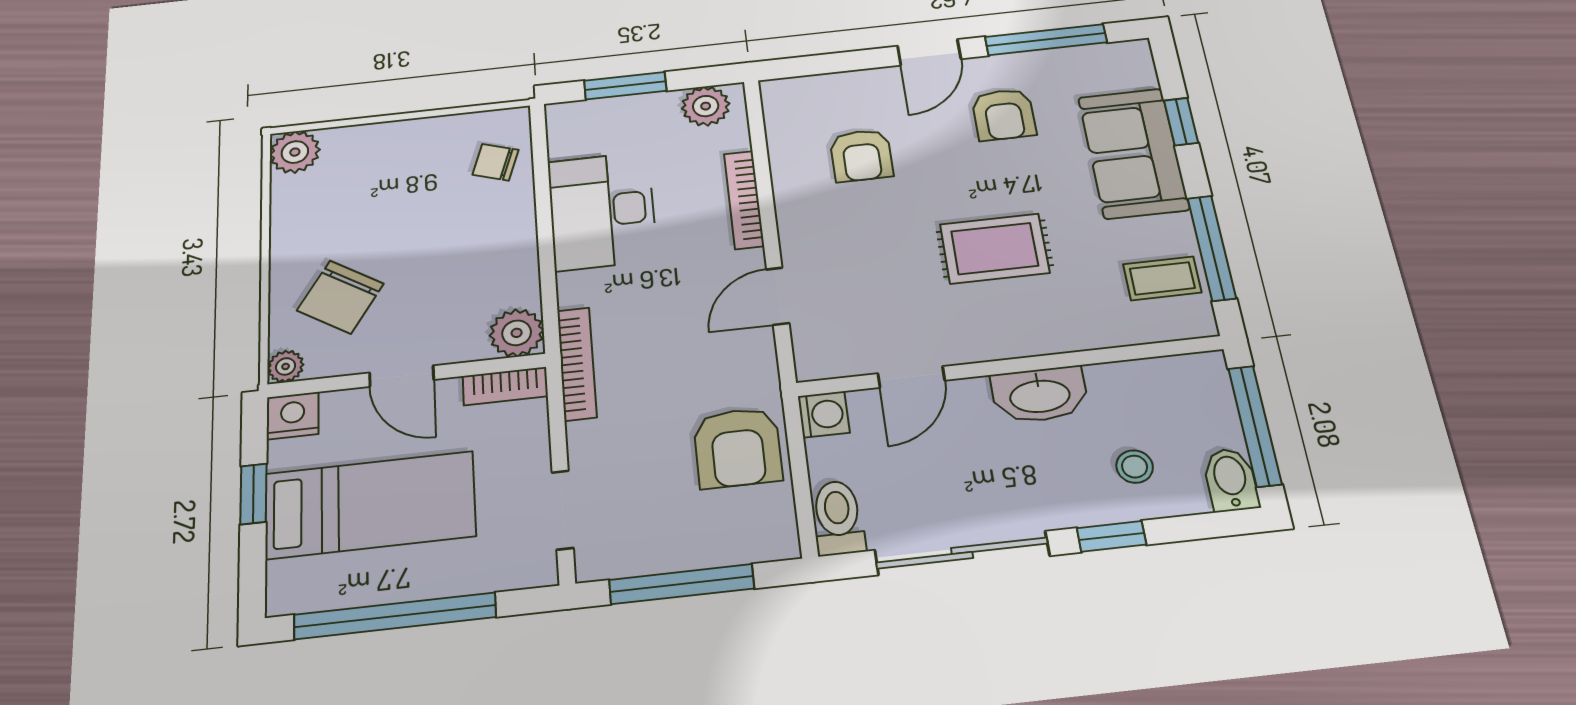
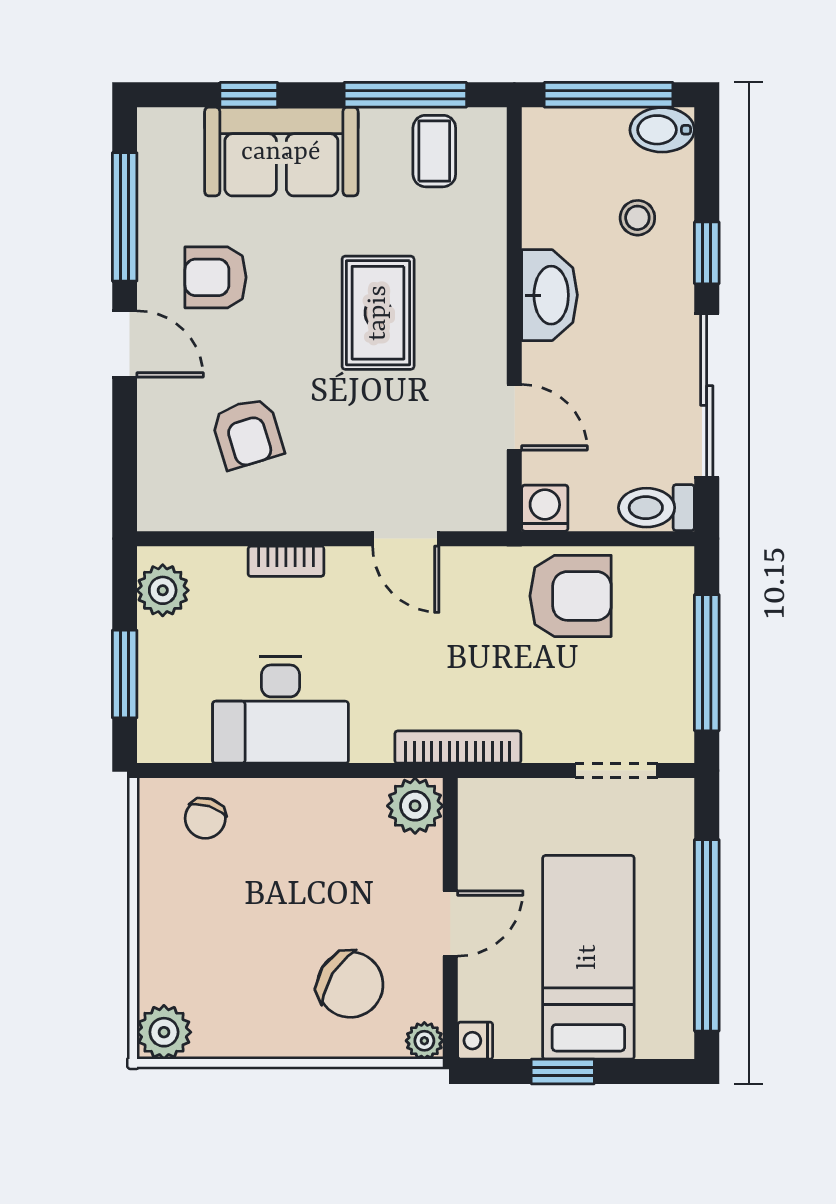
armchair: (1004, 115) -> (215, 277), turned 180
armchair: (861, 155) -> (247, 433), turned 73
bookcase: (744, 200) -> (286, 561), width x0.64
bookcase: (505, 386) -> (474, 820), removed
nightstand: (293, 416) -> (475, 1041), width x0.72, depth x0.74

